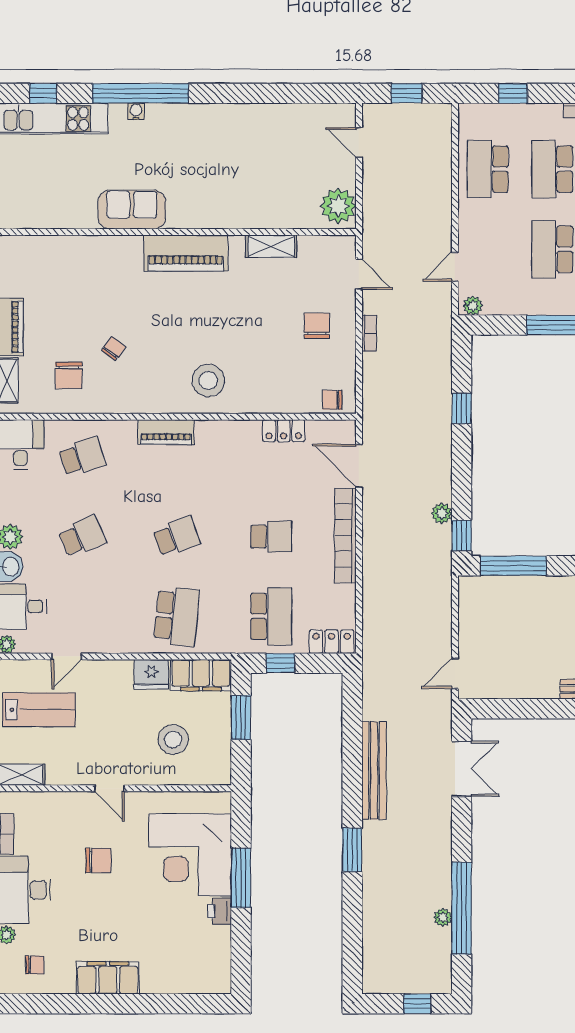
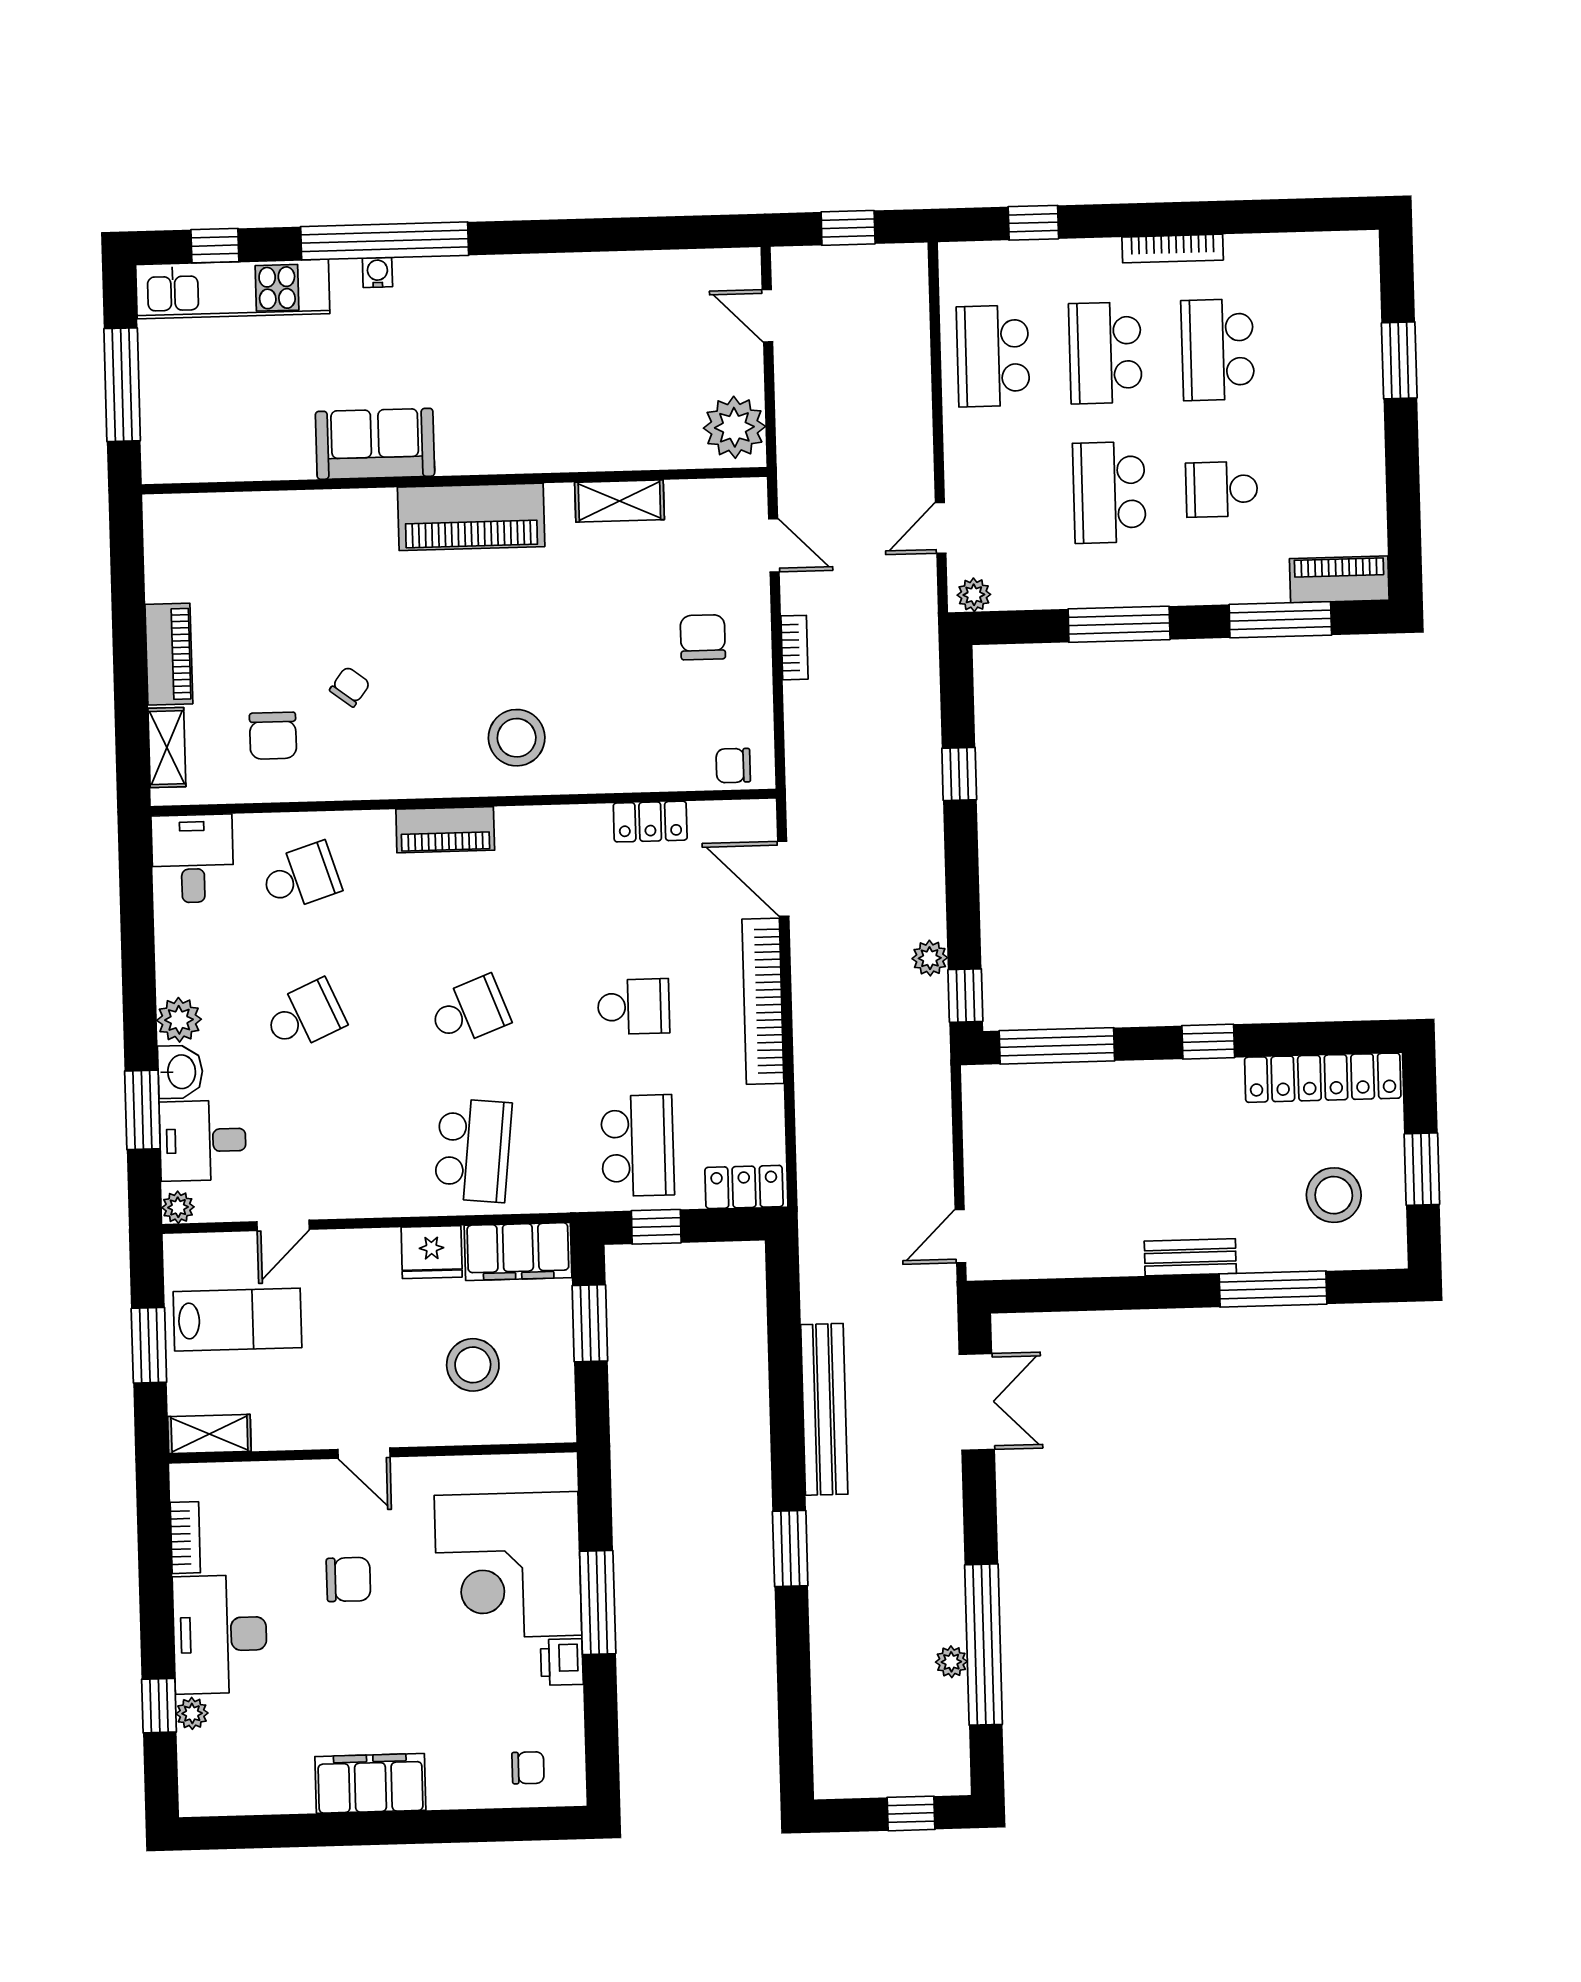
chair: (35, 965) -> (528, 1768), moved

